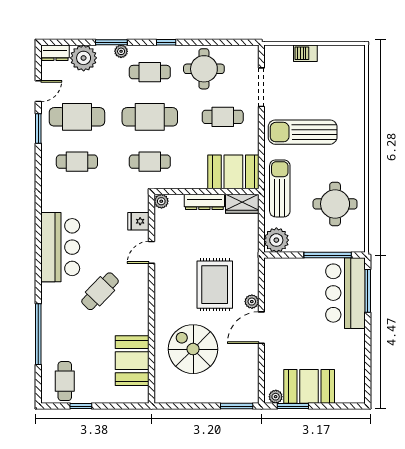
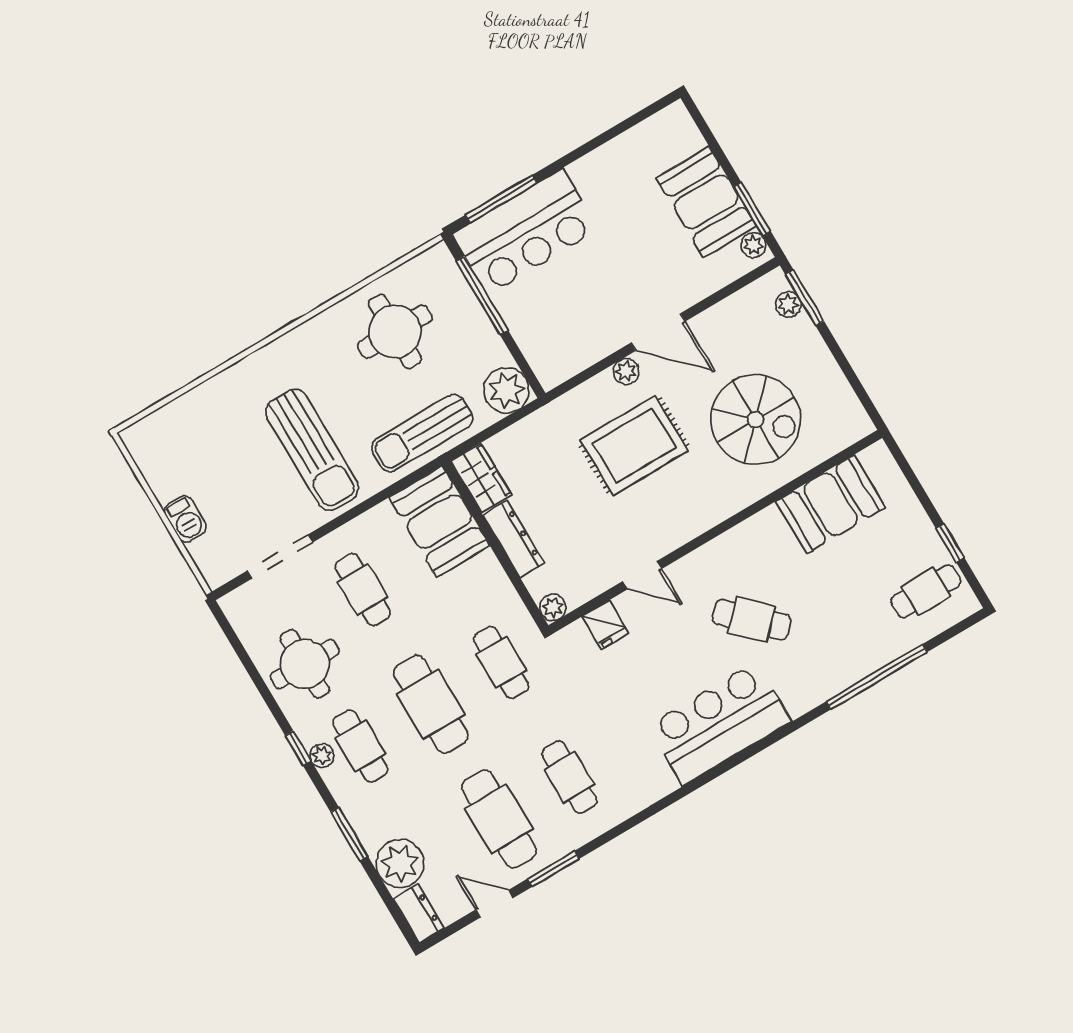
plant: (121, 51) -> (322, 756), moved
spiral stairs: (193, 349) -> (756, 419), turned -90
plant: (238, 396) -> (788, 304), added

